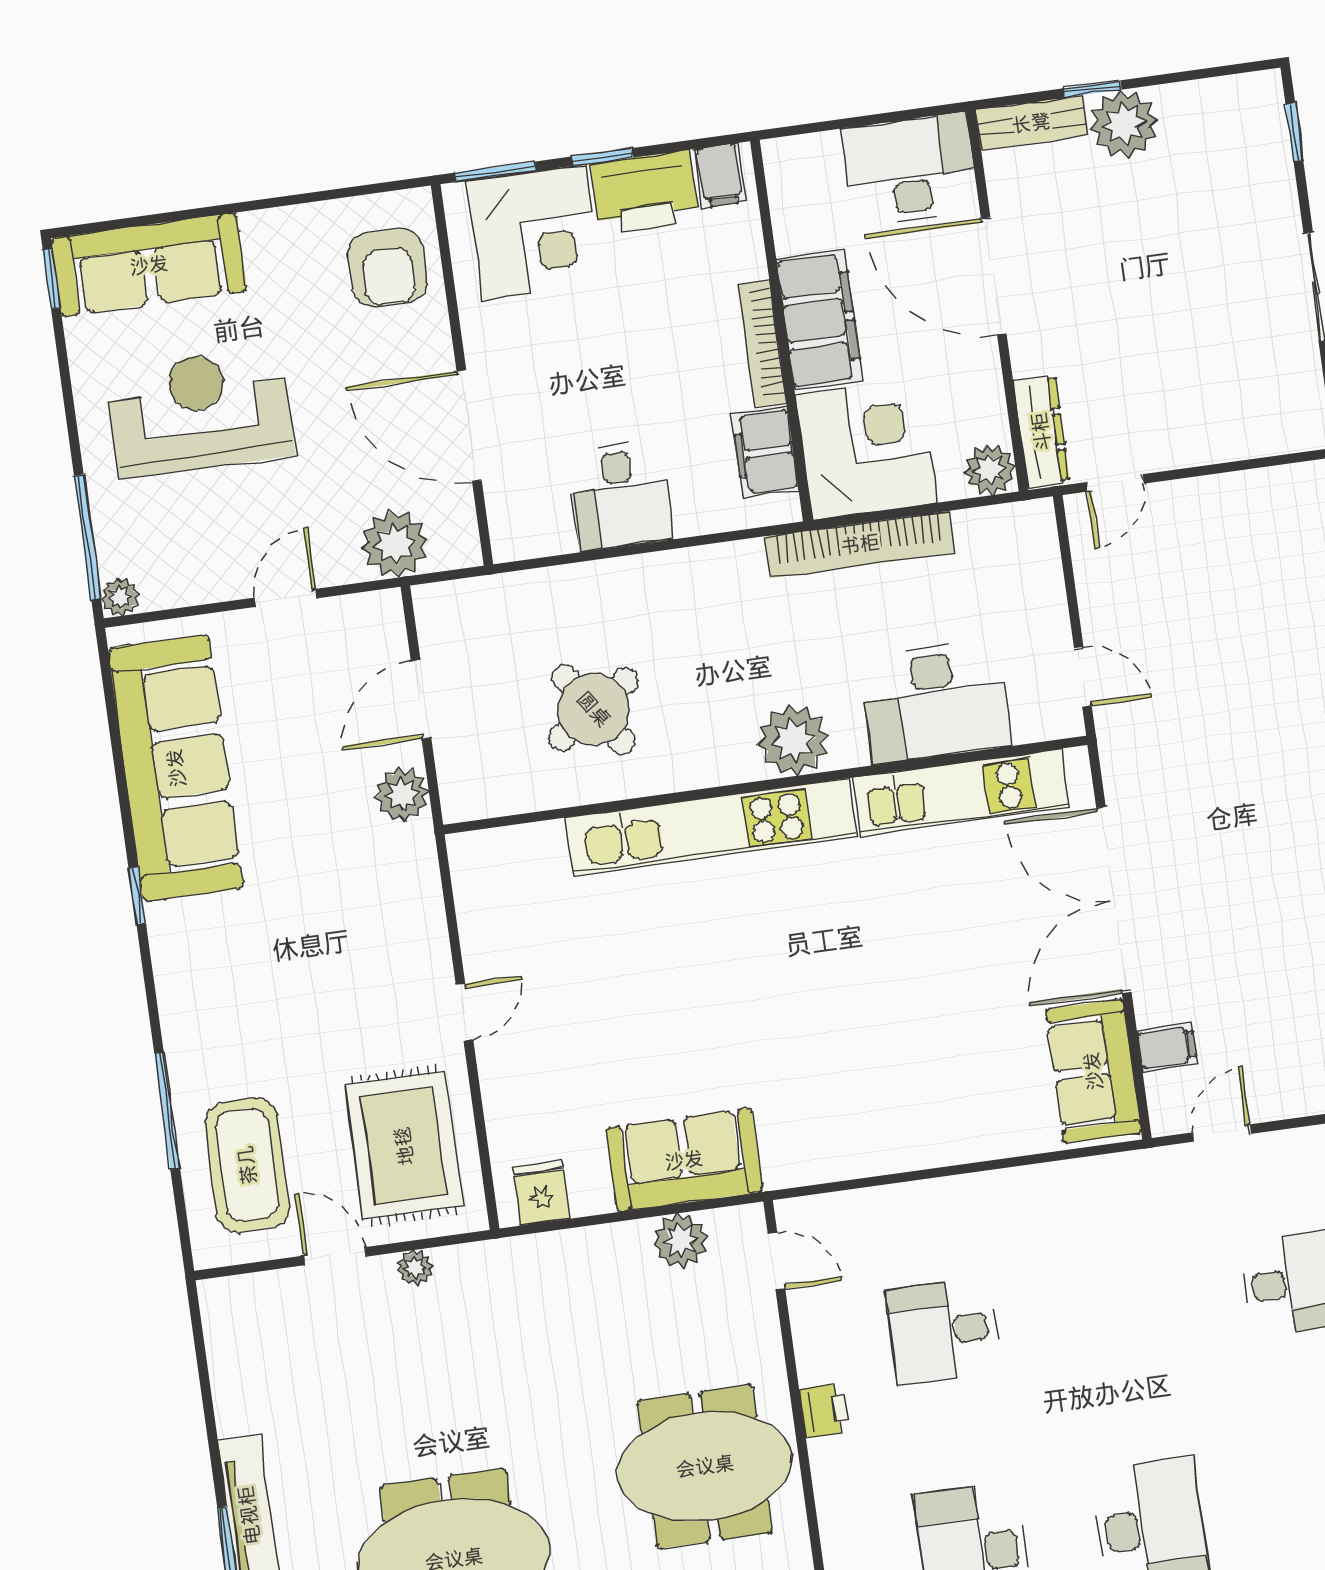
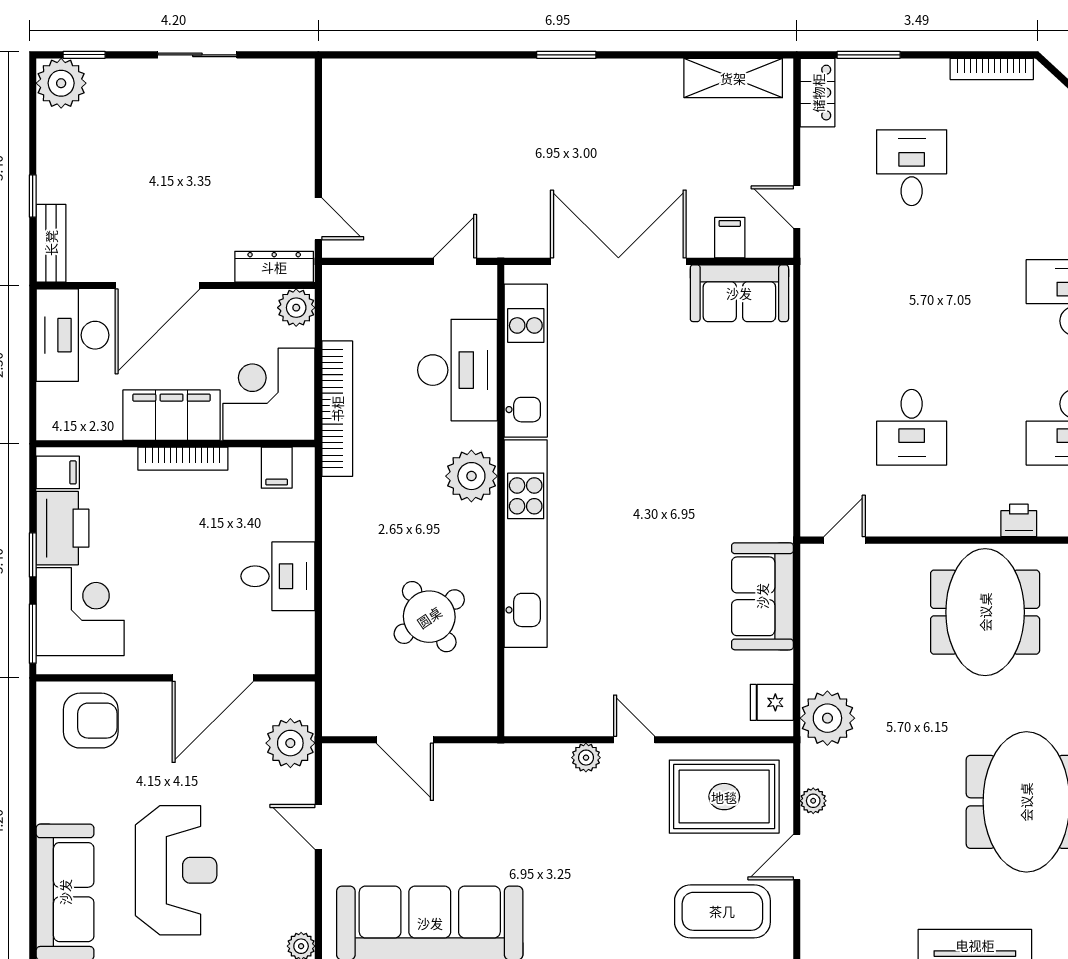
plant: (1124, 124) -> (61, 83), moved
reception desk: (200, 412) -> (176, 870), turned 180
filing cabinet: (765, 452) -> (277, 468), width x0.50
plant: (402, 795) -> (586, 758), moved, width x0.73, depth x0.73
double door: (1114, 900) -> (618, 261), swing flipped
plant: (680, 1241) -> (827, 718), moved, width x1.36, depth x1.36
printer: (825, 1411) -> (1019, 520), moved

